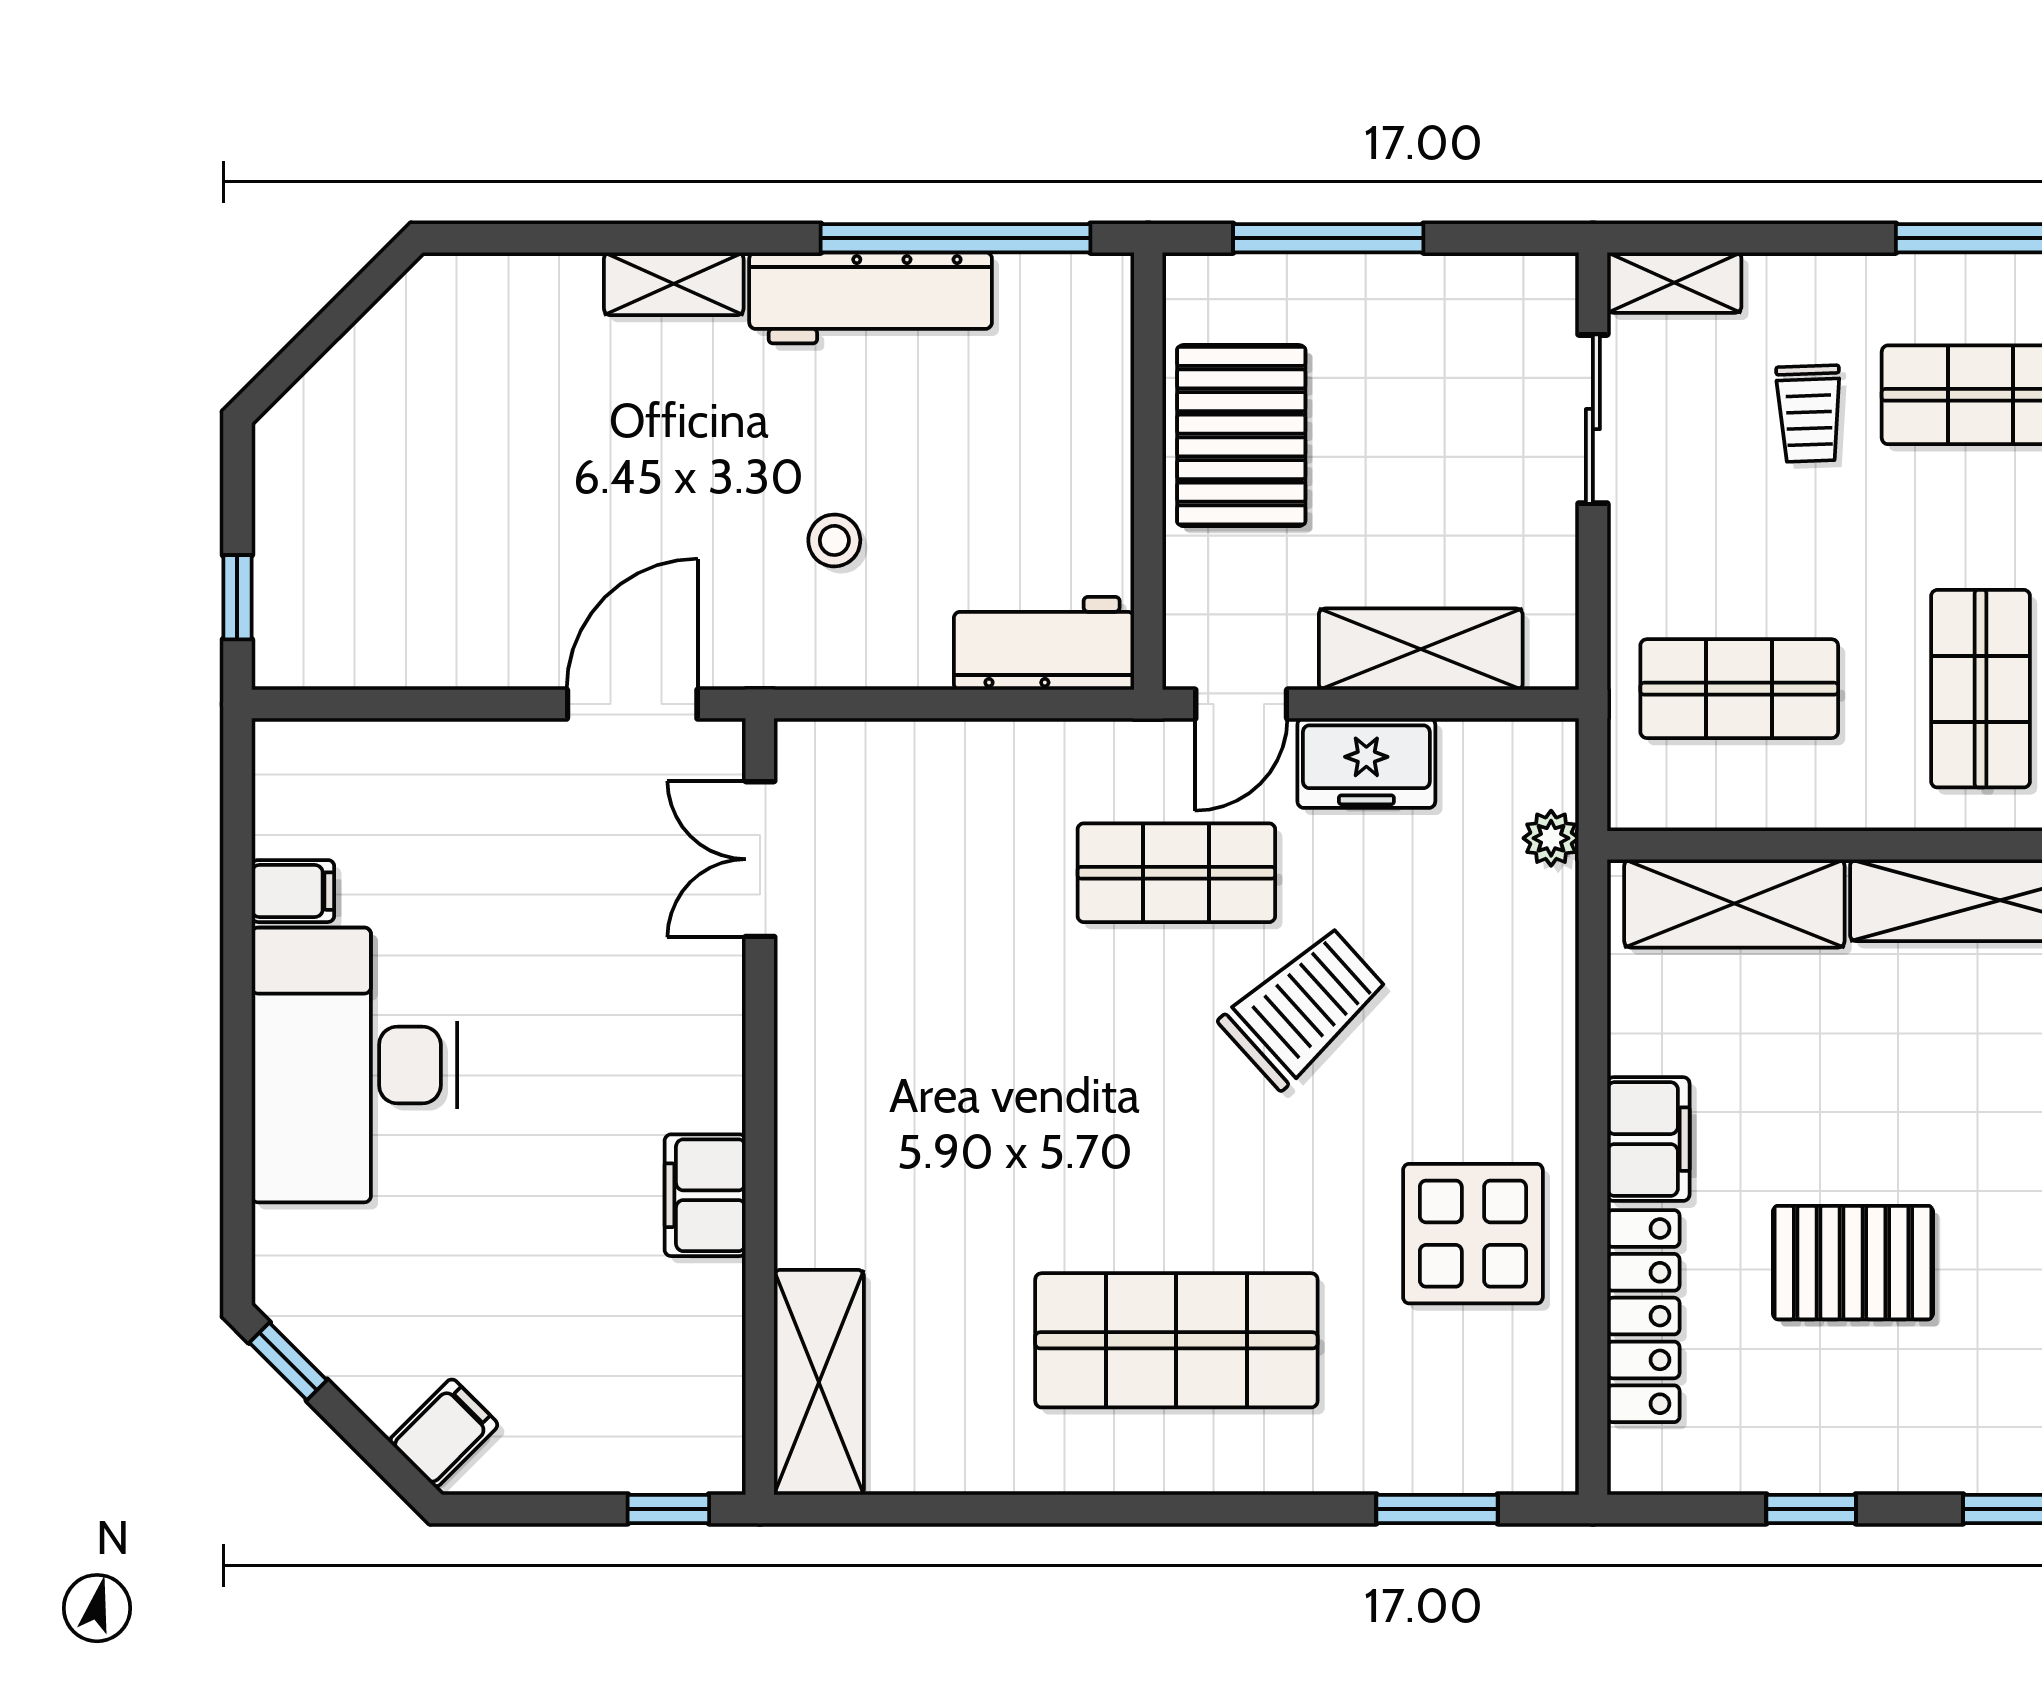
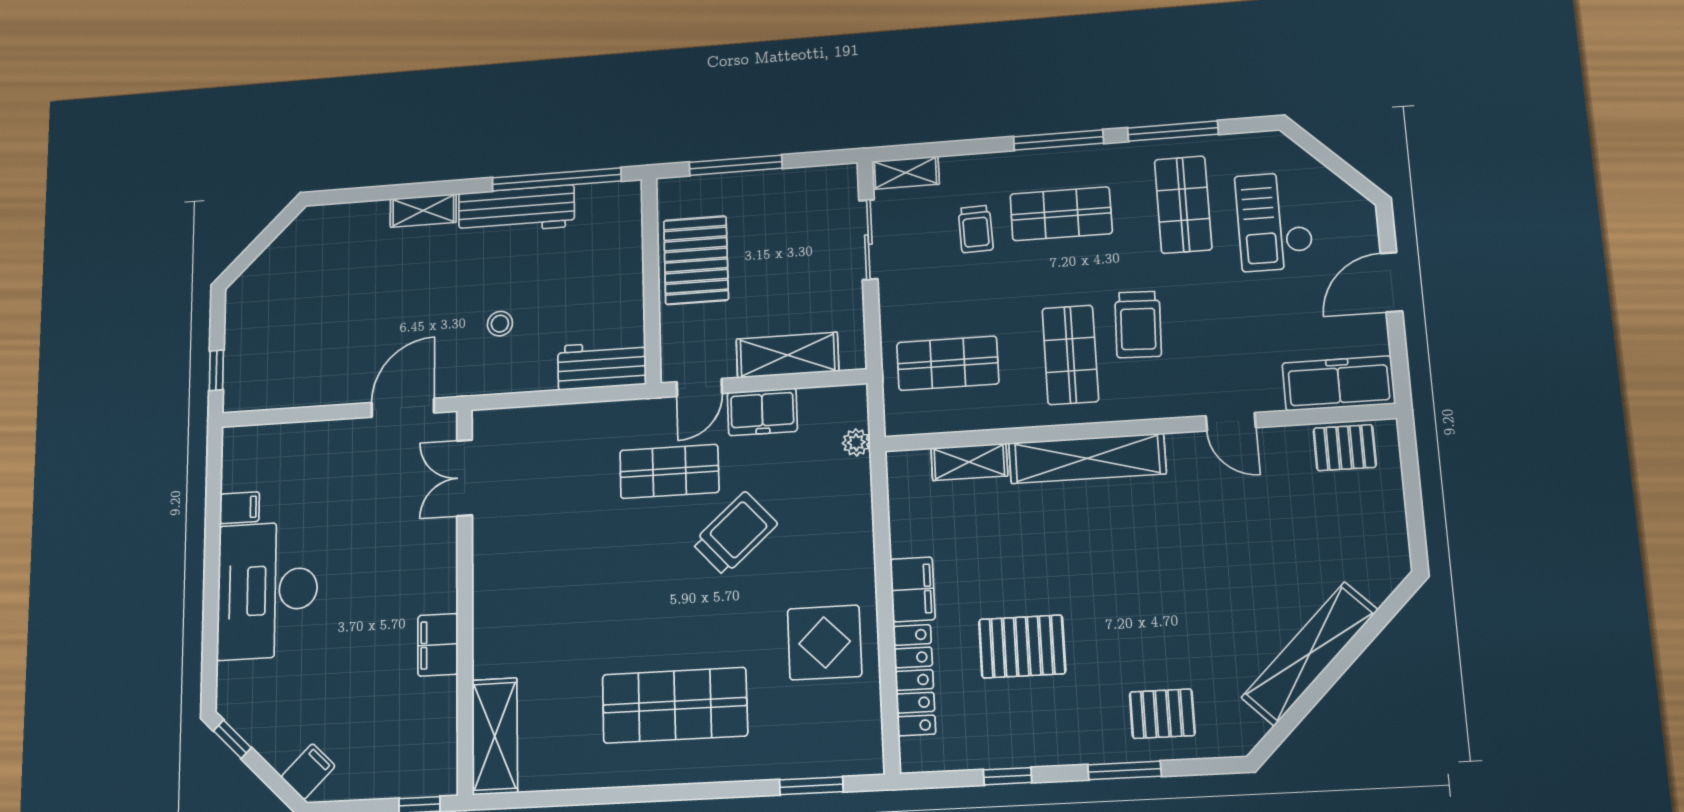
shelving: (1734, 903) -> (969, 462), width x0.67, depth x0.75

